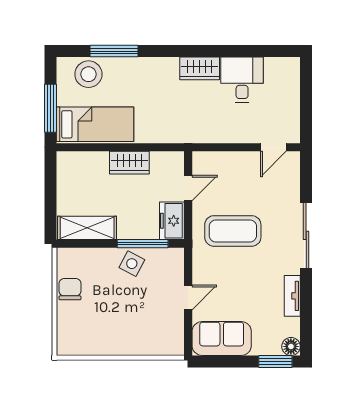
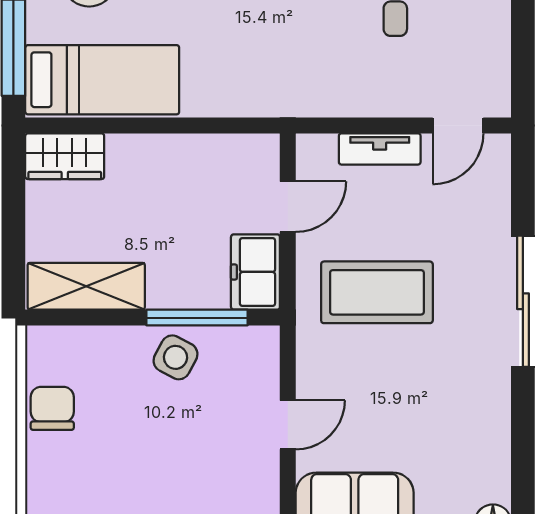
wardrobe: (129, 163) -> (65, 156), moved
tv unit: (292, 296) -> (380, 149), moved, turned -90

